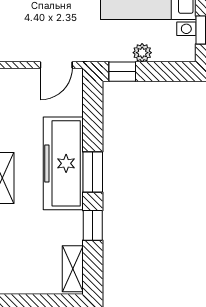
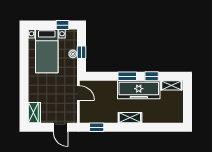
window: (122, 72) -> (81, 52), moved
freezer: (63, 163) -> (139, 90), moved

